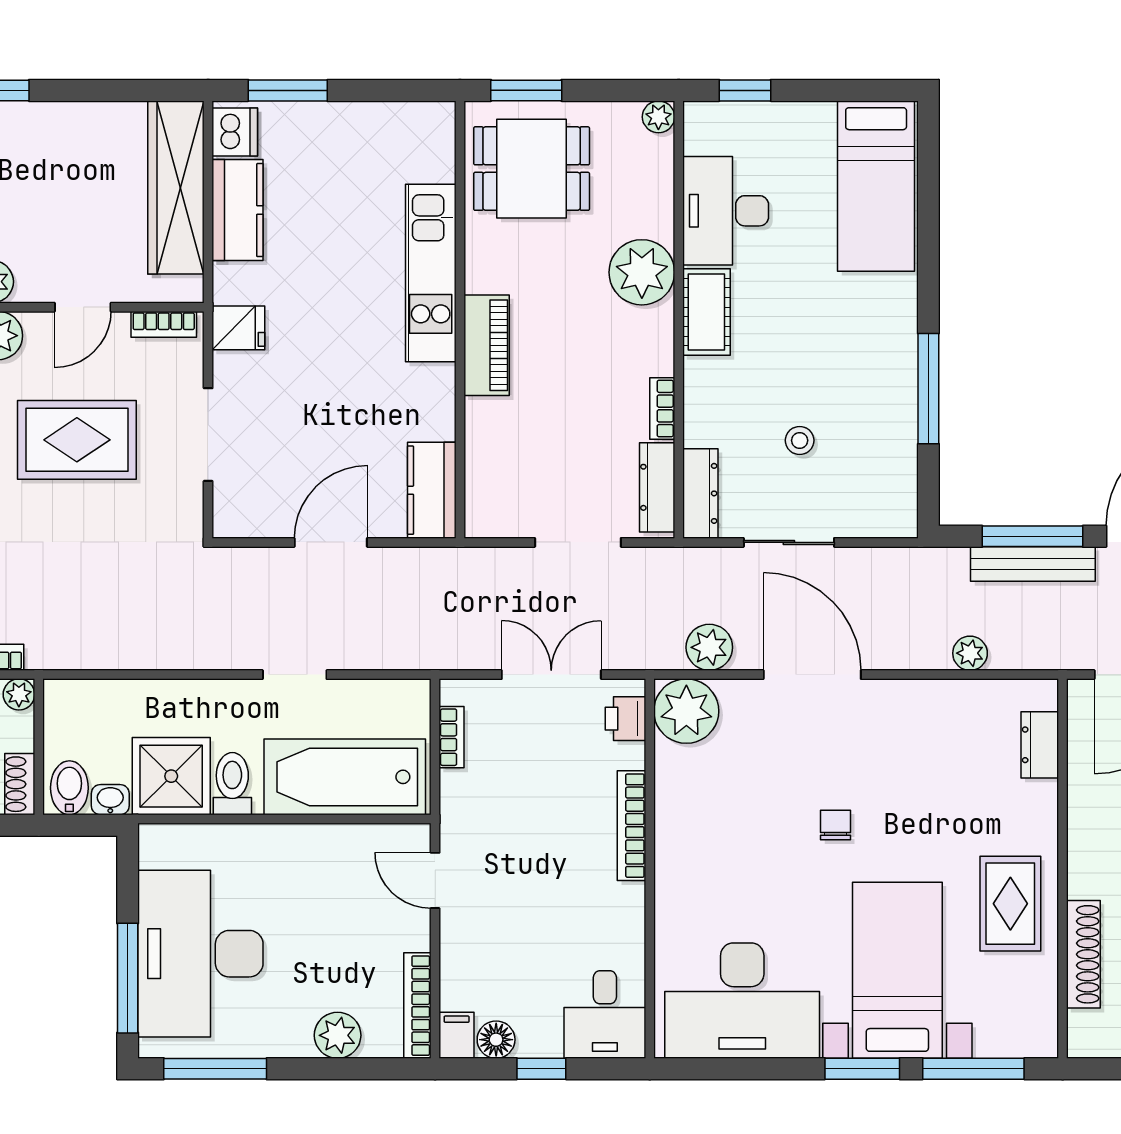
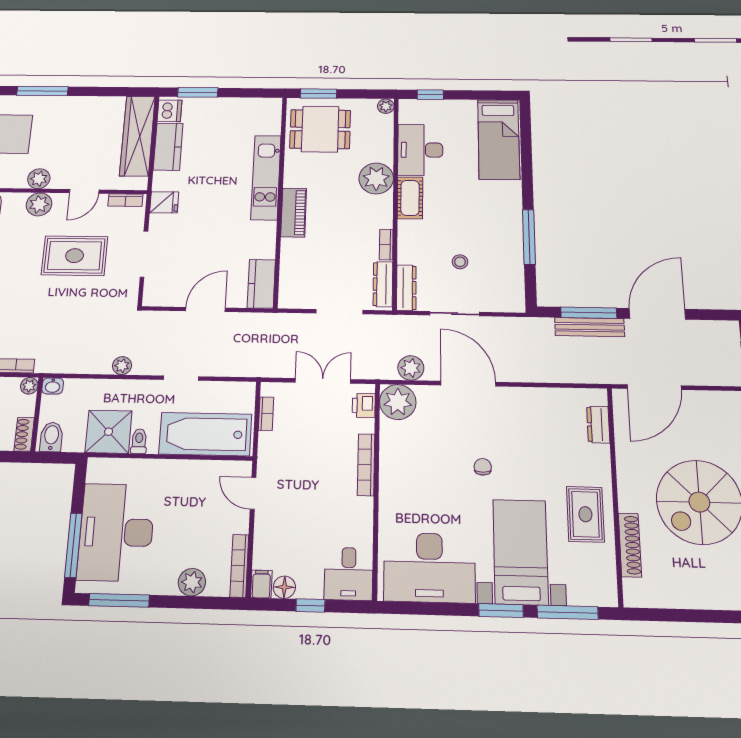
plant: (970, 653) -> (122, 366), moved
toilet: (232, 784) -> (139, 441), width x0.73, depth x0.72
washbasin: (110, 800) -> (53, 386), moved, turned 180

